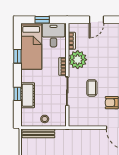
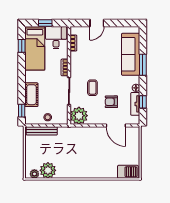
window: (17, 56) -> (22, 46), moved
plant: (78, 60) -> (79, 116), moved
window: (17, 94) -> (22, 111), moved

